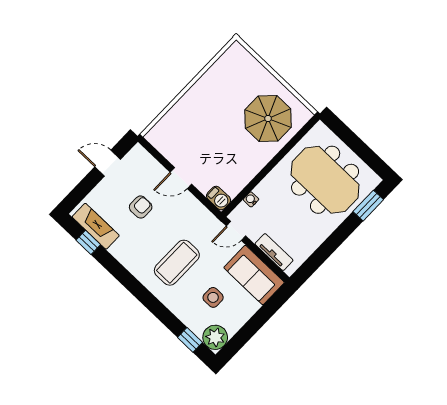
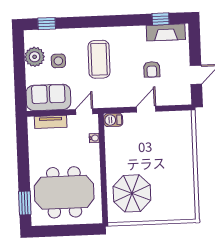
plant: (215, 337) -> (35, 57), moved

